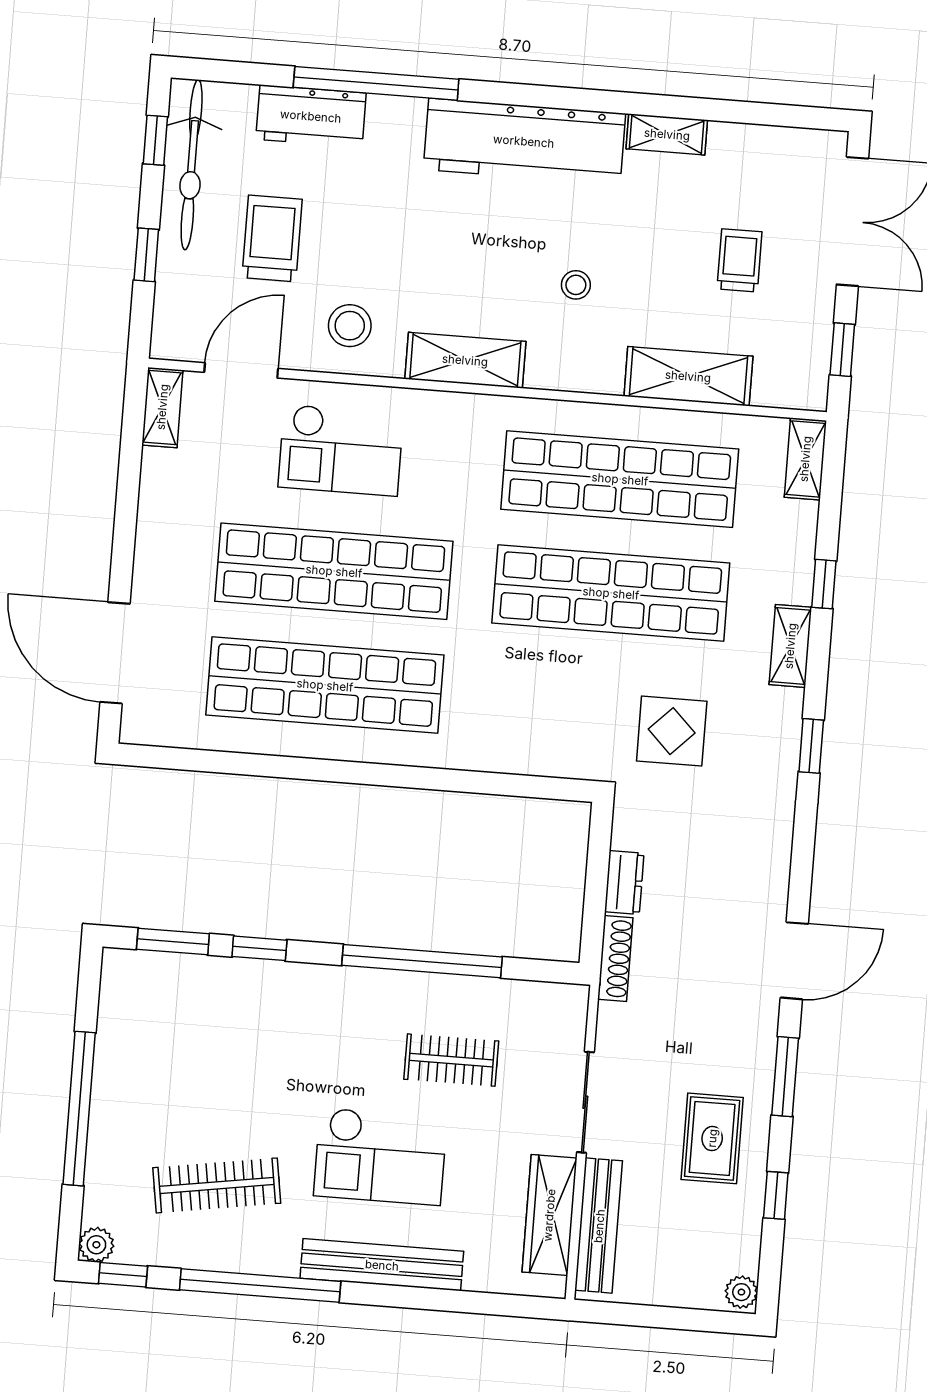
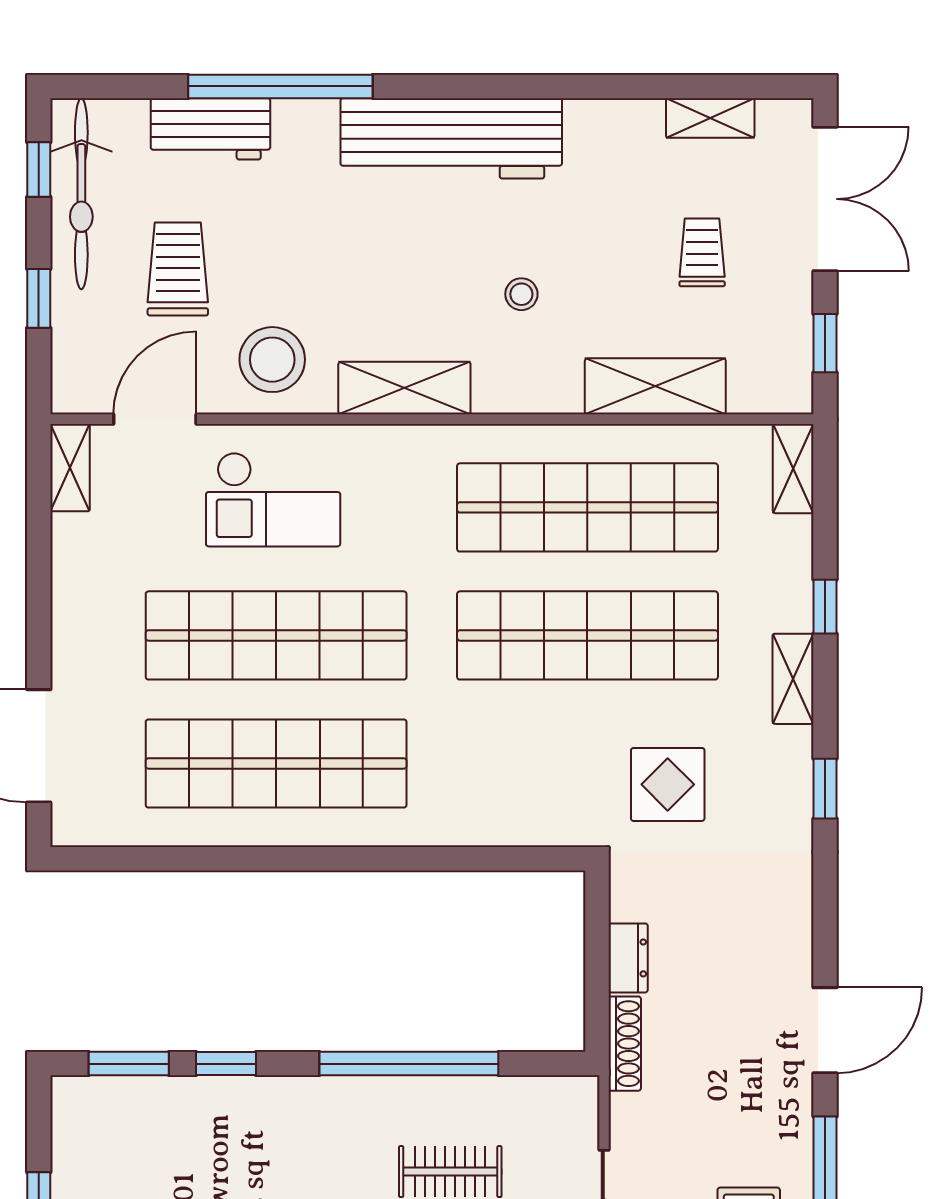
shelving: (667, 134) -> (710, 118), moved
stool: (350, 326) -> (272, 360), width x1.38, depth x1.38

